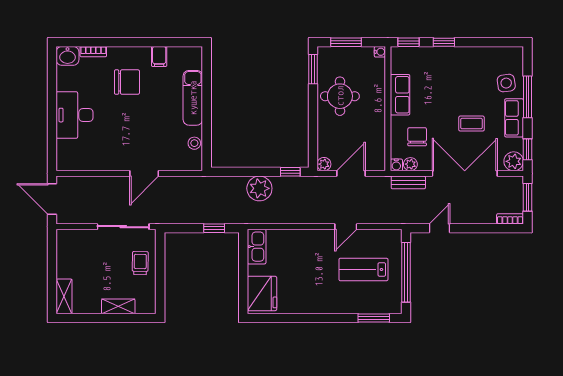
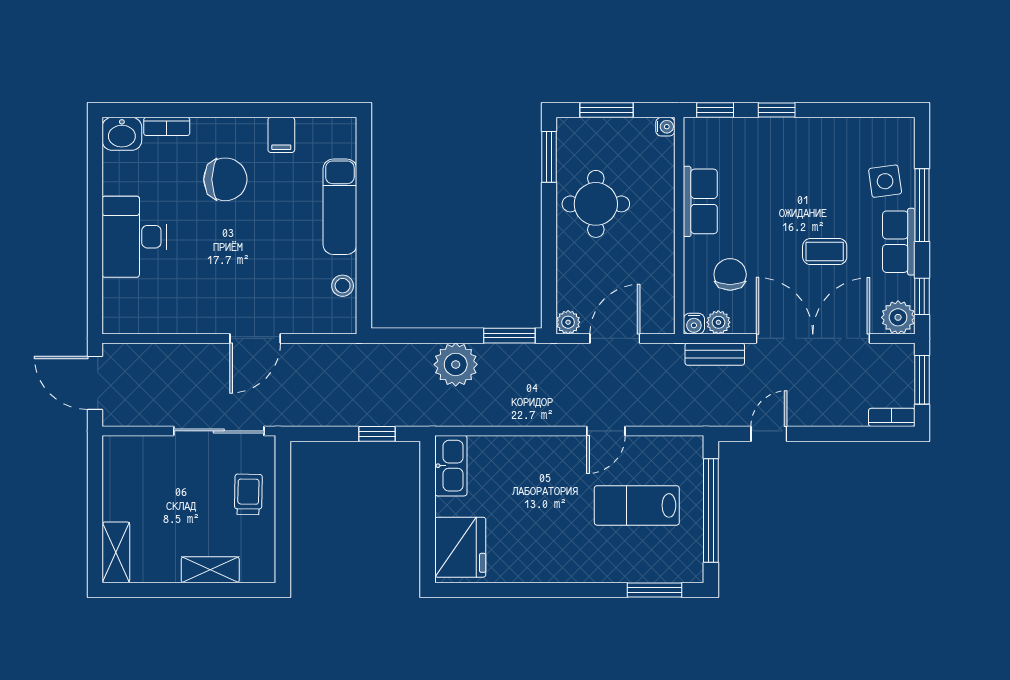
window: (290, 172) -> (509, 336), width x1.50

